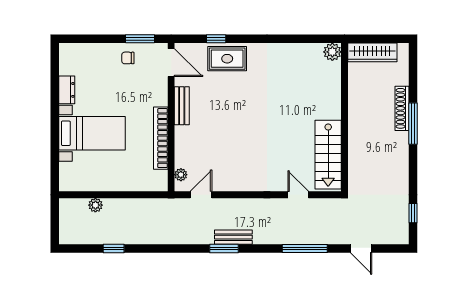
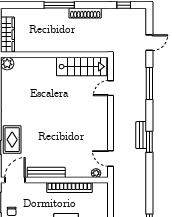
bench: (182, 106) -> (46, 172), width x1.36
shoe rack: (402, 108) -> (85, 13), moved

